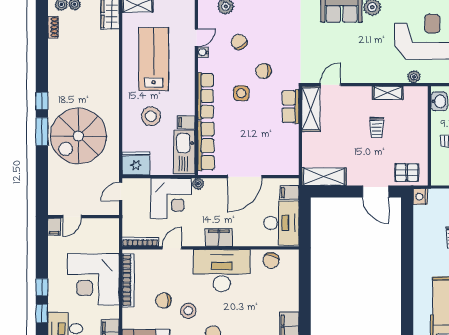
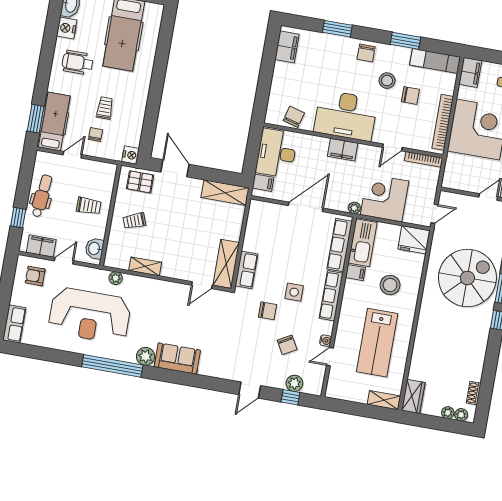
trolley: (377, 128) -> (134, 221), moved, turned -111

